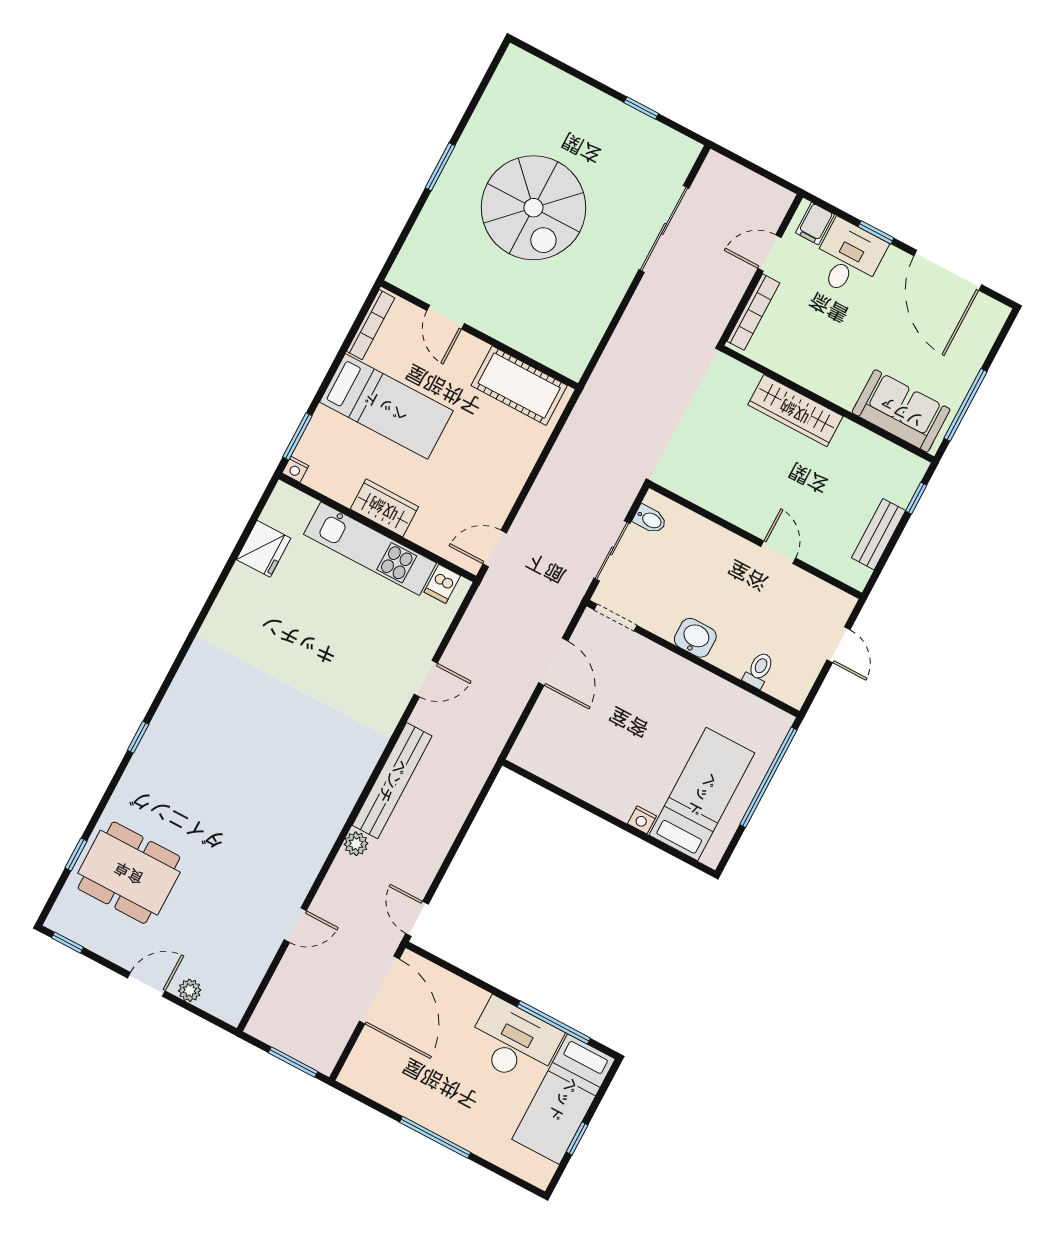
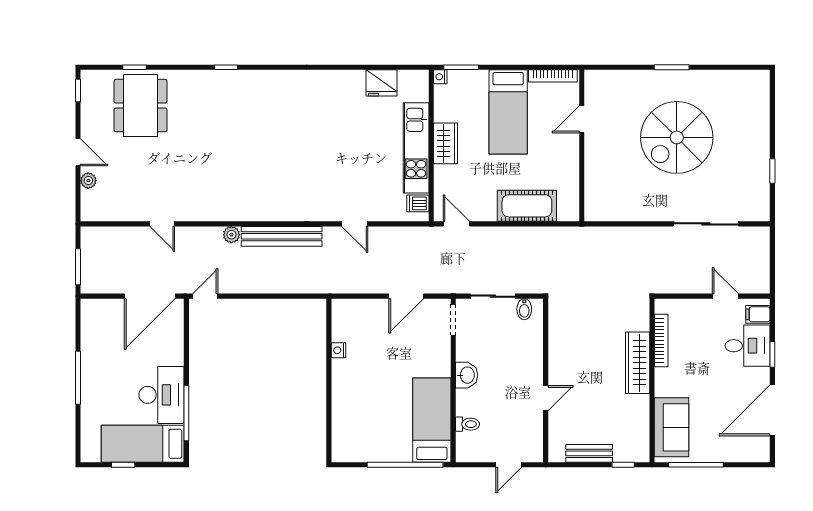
bookcase: (753, 312) -> (661, 340), moved, turned -90
cot: (519, 386) -> (527, 206), moved, turned 90
bed: (702, 794) -> (432, 420), moved, turned -90
nightstand: (642, 820) -> (338, 350), moved

